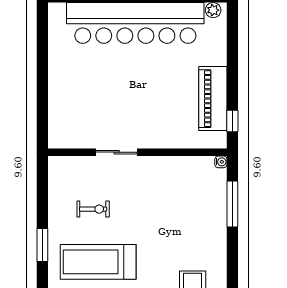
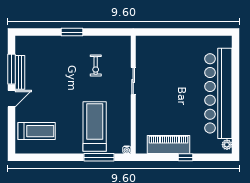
window: (232, 121) -> (186, 157), moved
treadmill: (98, 262) -> (95, 126), moved

